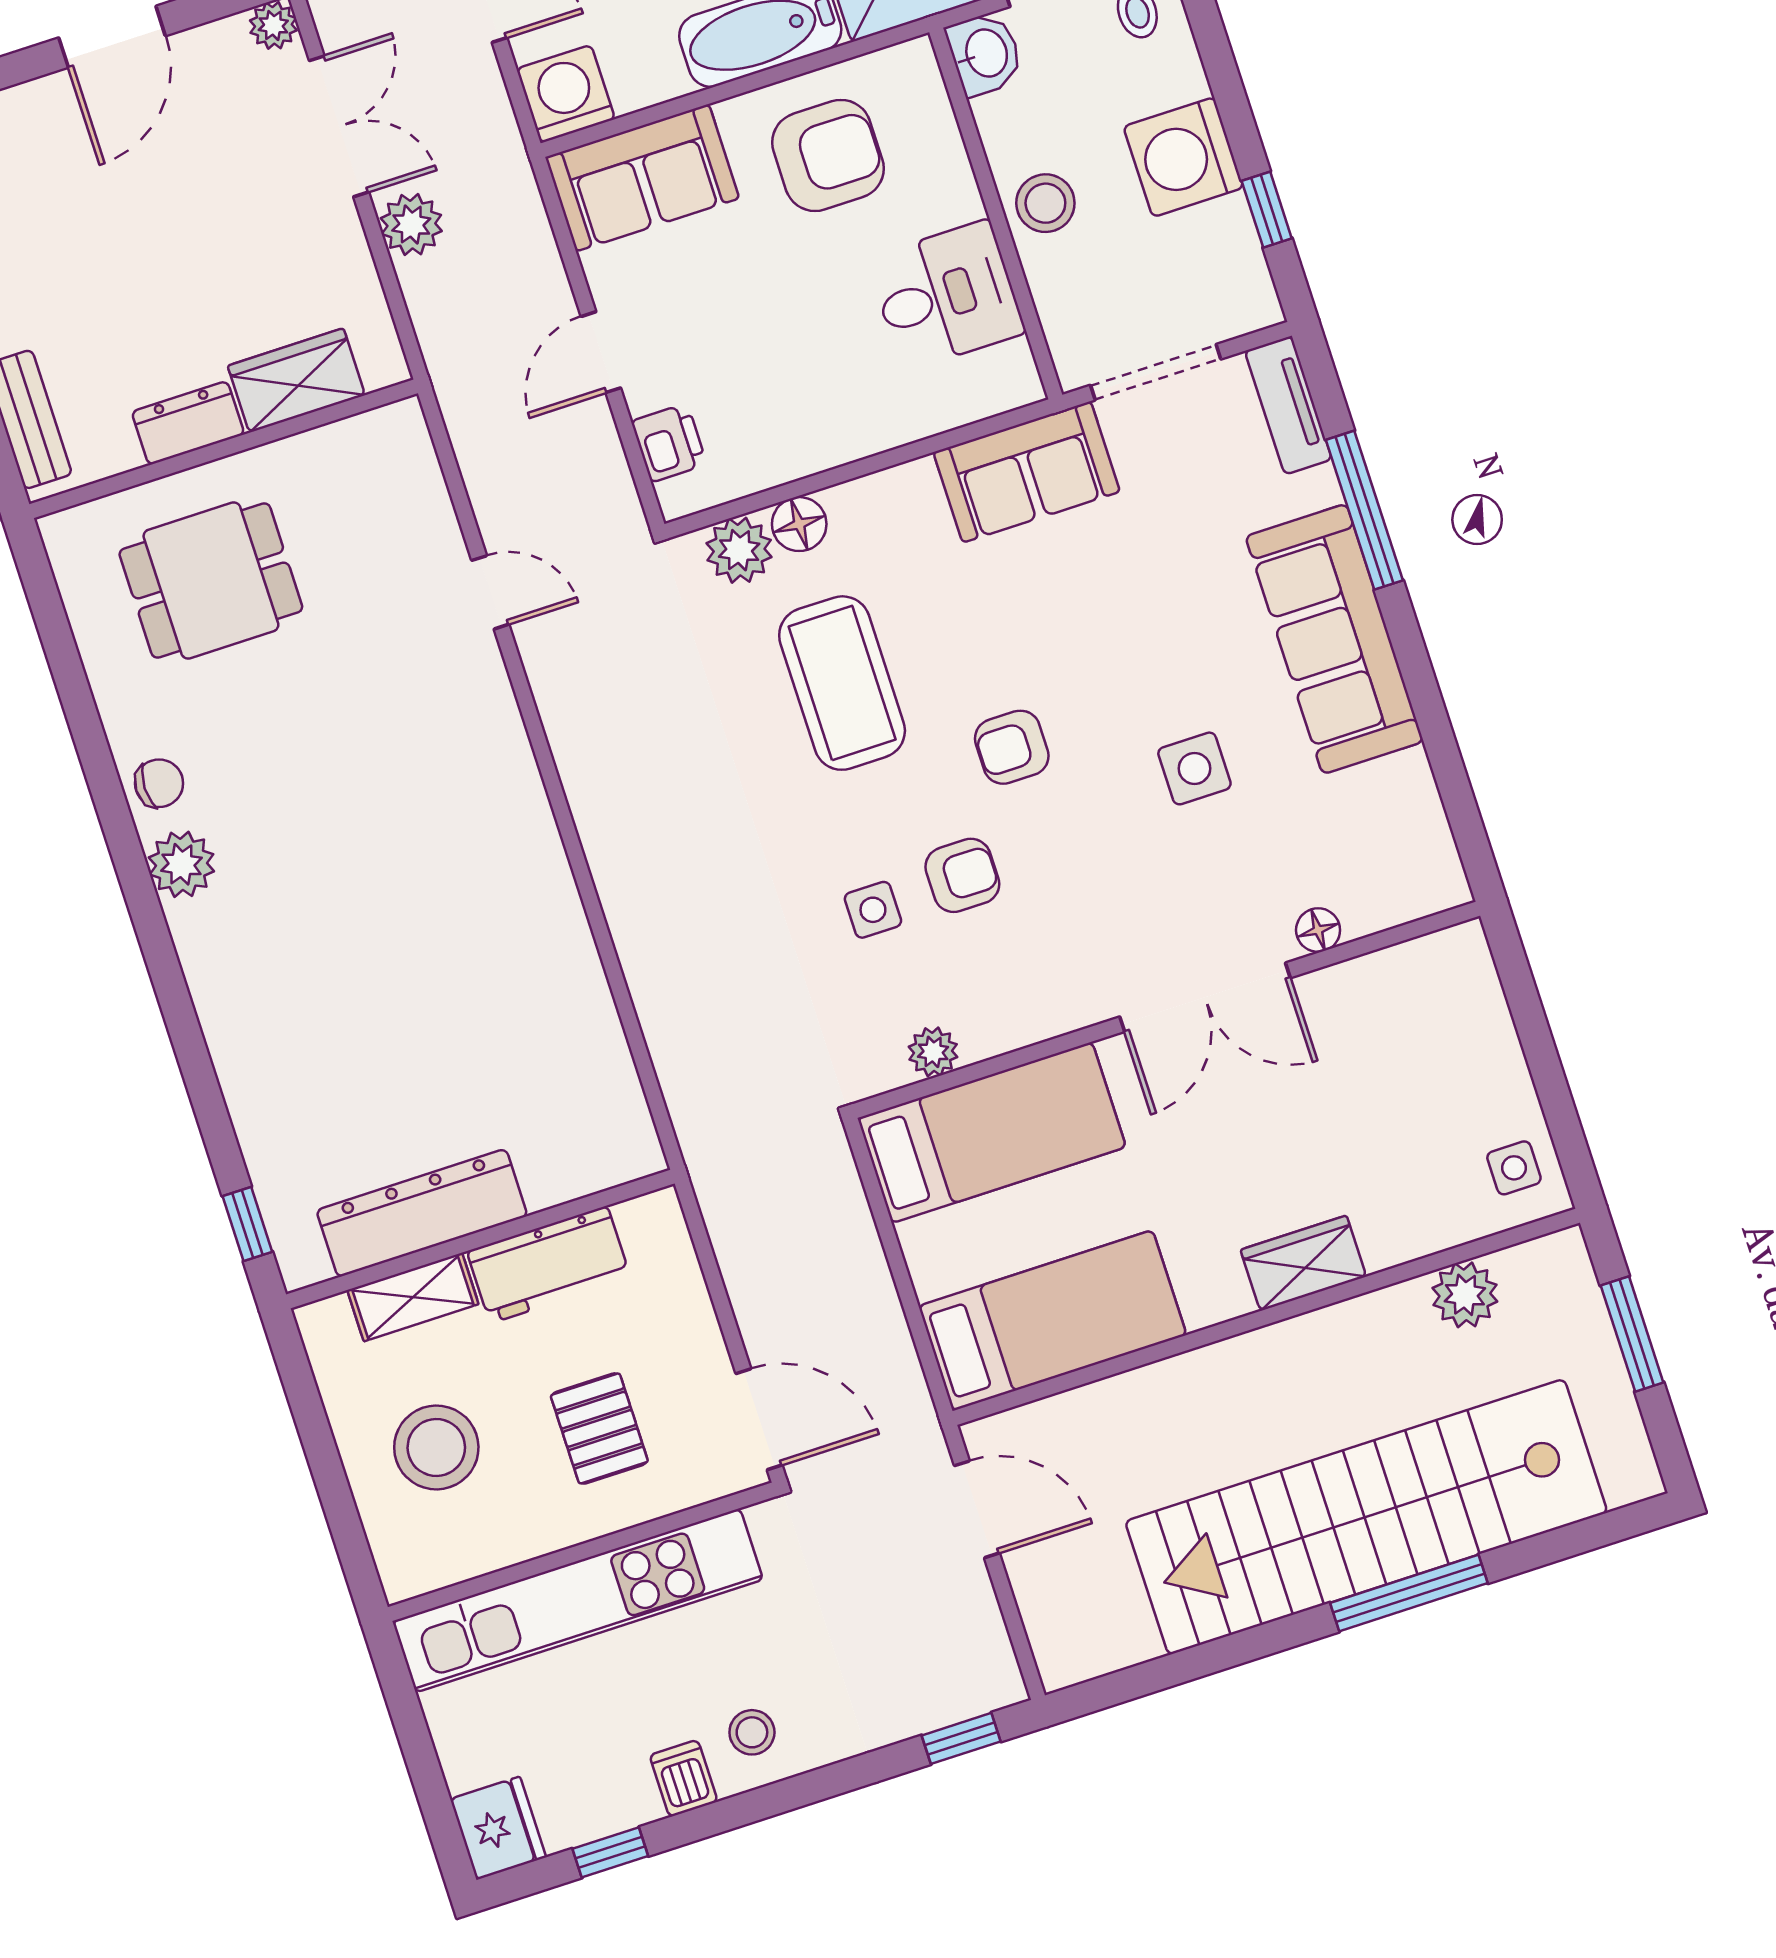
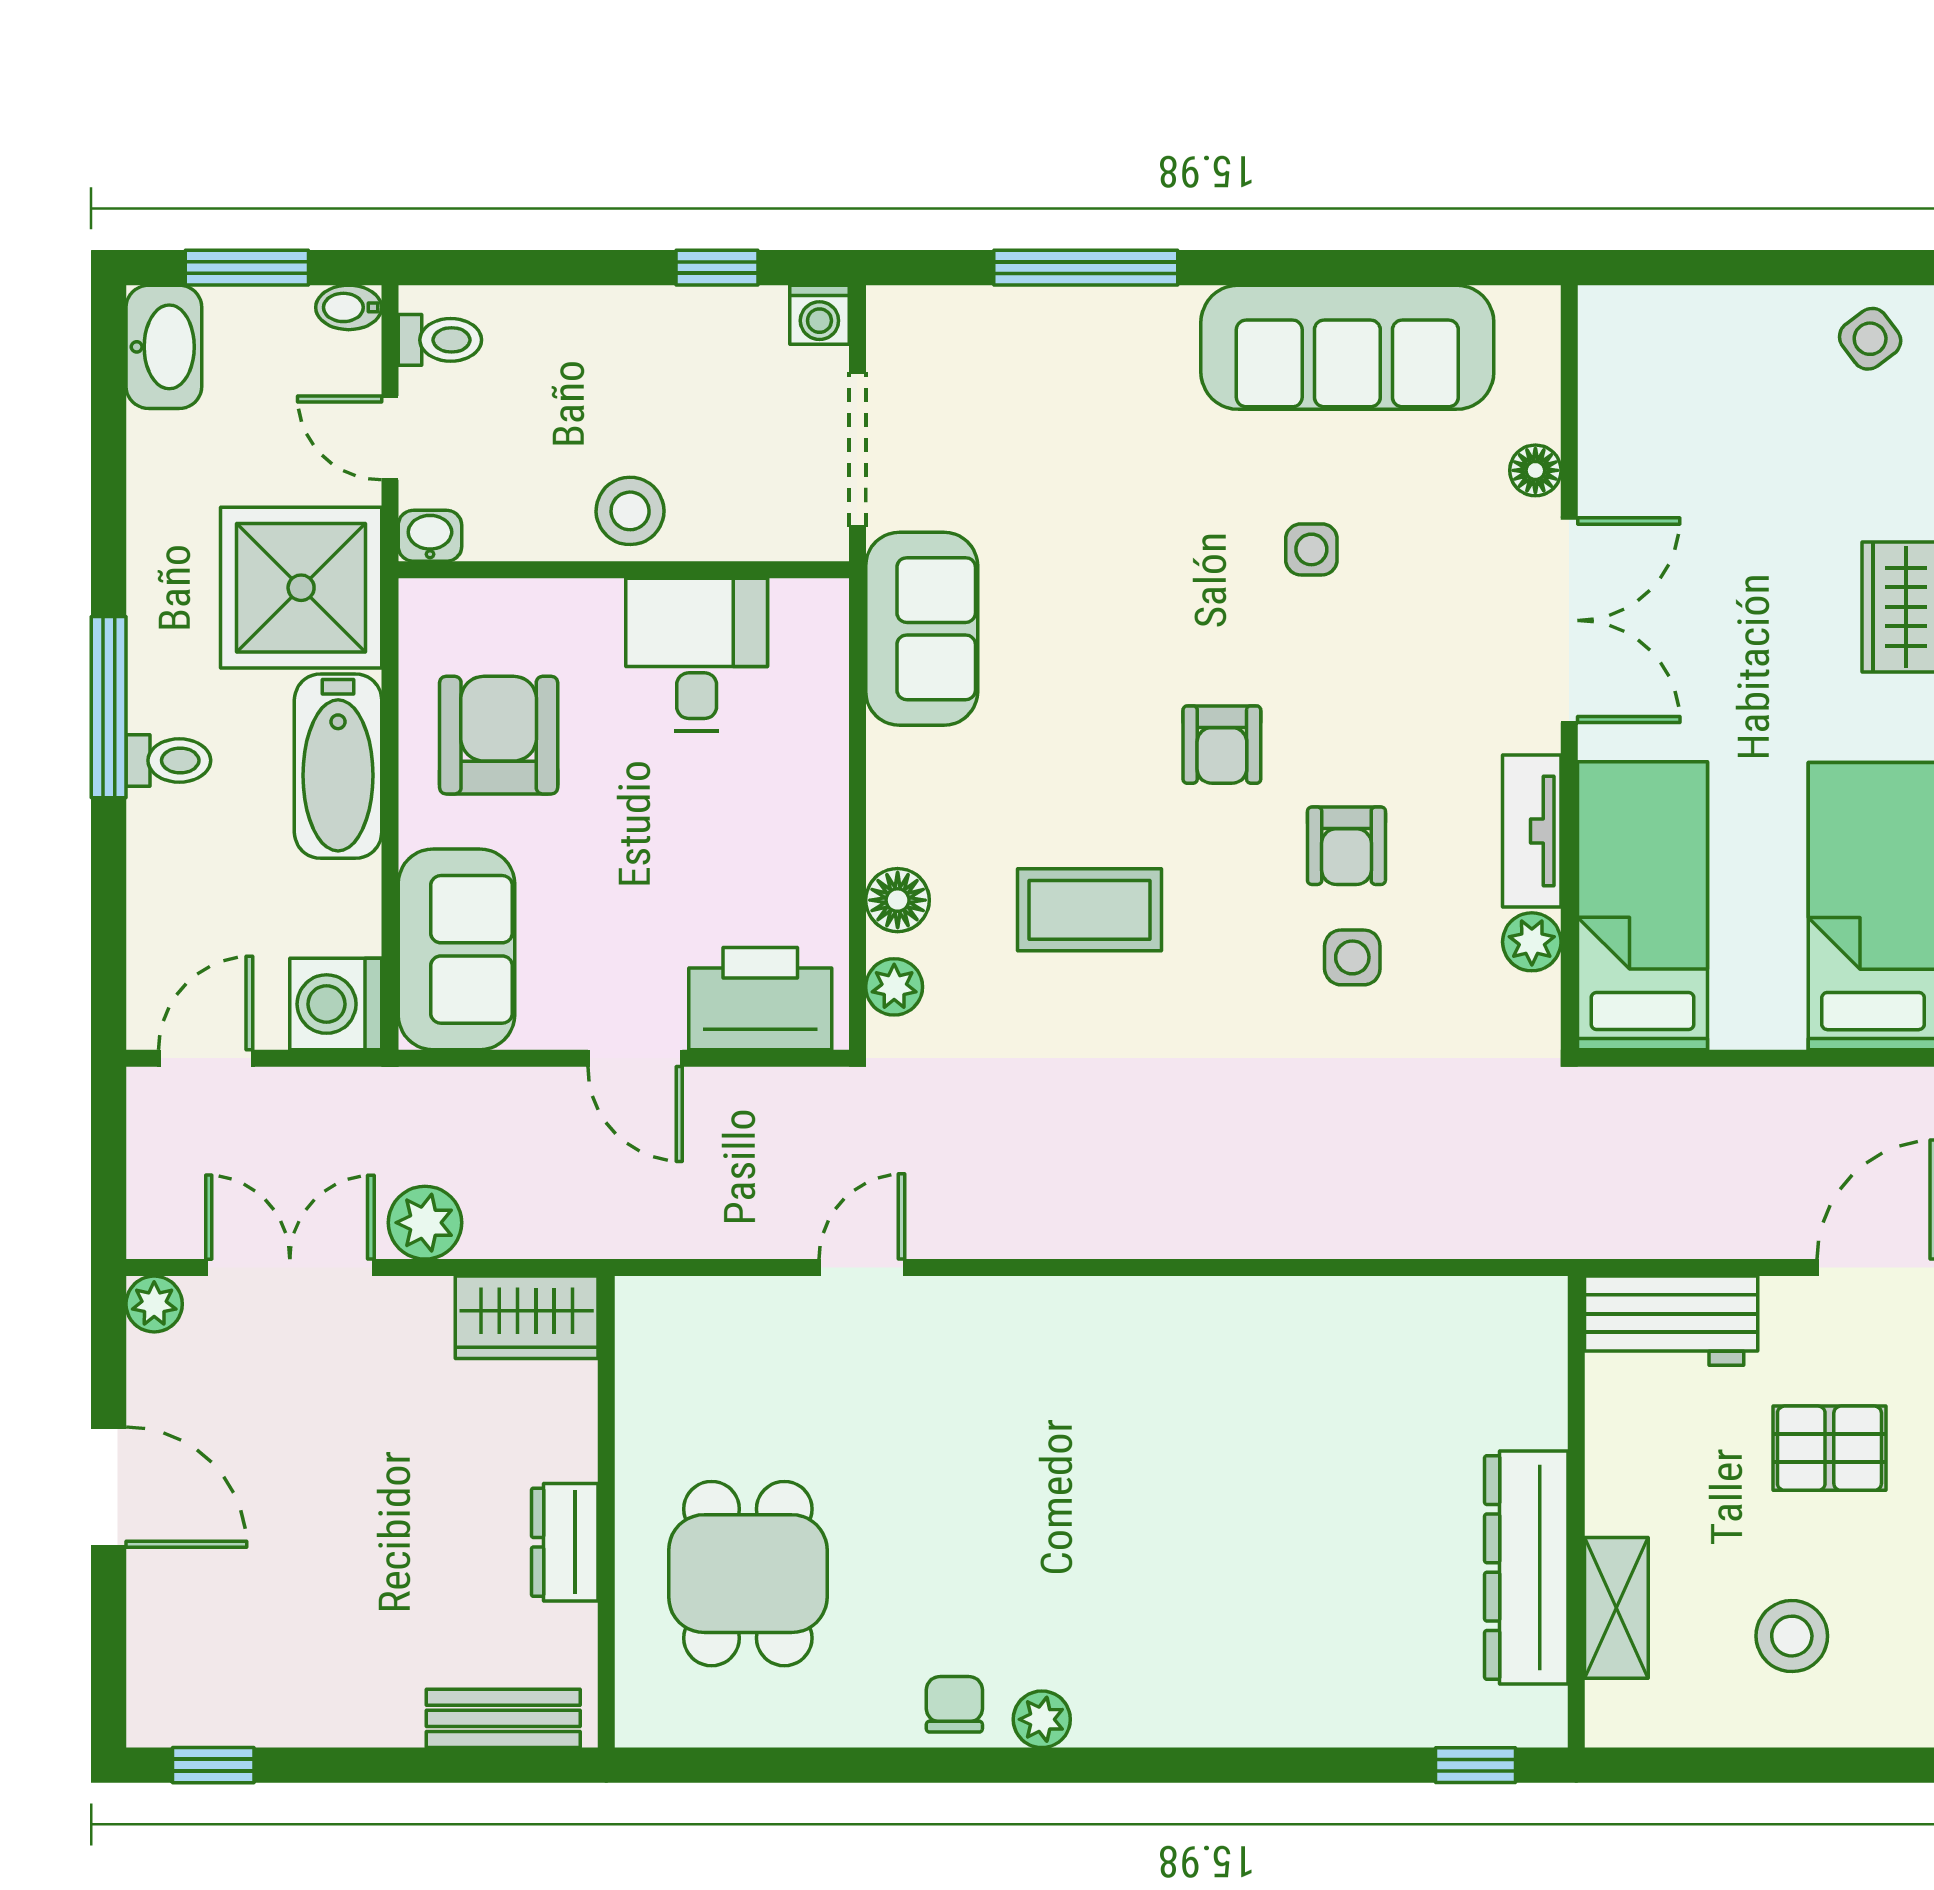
washbasin: (985, 54) -> (430, 536), width x0.72, depth x0.69
washing machine: (1183, 157) -> (819, 315), moved, width x0.53, depth x0.53
wardrobe: (296, 380) -> (527, 1317), moved, turned -90
tv unit: (1288, 405) -> (1532, 831), moved, turned 90
printer: (669, 443) -> (760, 999), width x1.87, depth x1.48
plant: (739, 550) -> (894, 987), width x0.73, depth x0.73
sofa: (1334, 639) -> (1347, 347), moved
coffee table: (842, 683) -> (1089, 910), width x0.73, depth x0.76
side table: (1194, 768) -> (1311, 549), width x0.73, depth x0.73
plant: (181, 864) -> (1042, 1719), width x0.73, depth x0.73
armchair: (962, 875) -> (1346, 846), turned 180
side table: (1514, 1168) -> (1870, 339), turned -37
workbench: (549, 1265) -> (1671, 1321), moved, turned 90
stool: (436, 1447) -> (1792, 1636), width x0.73, depth x0.73

